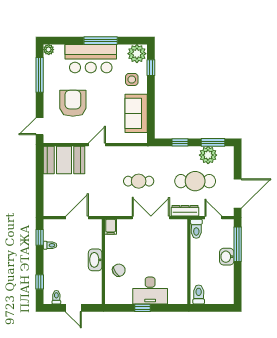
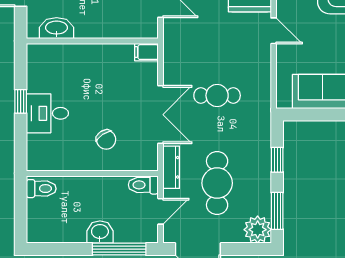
plant: (208, 155) -> (258, 230), moved
cafe table: (139, 181) -> (217, 95), turned 90
washbasin: (95, 260) -> (57, 28), moved
chair: (119, 270) -> (106, 140), moved
desk: (150, 291) -> (47, 113), width x0.73

